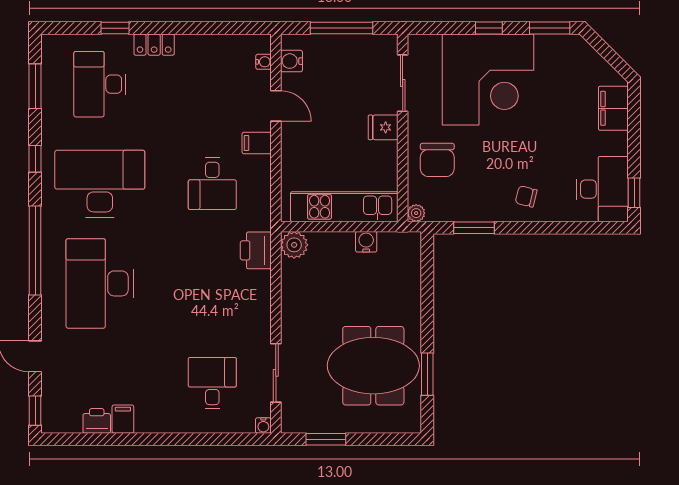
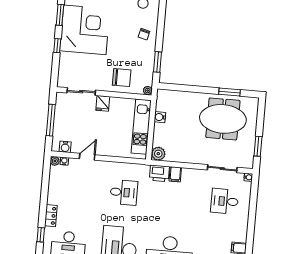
plant: (262, 43) -> (55, 161), added
corner desk: (488, 79) -> (85, 30), moved
filing cabinet: (257, 143) -> (175, 174), moved
meeting table: (373, 366) -> (223, 119), turned 90

